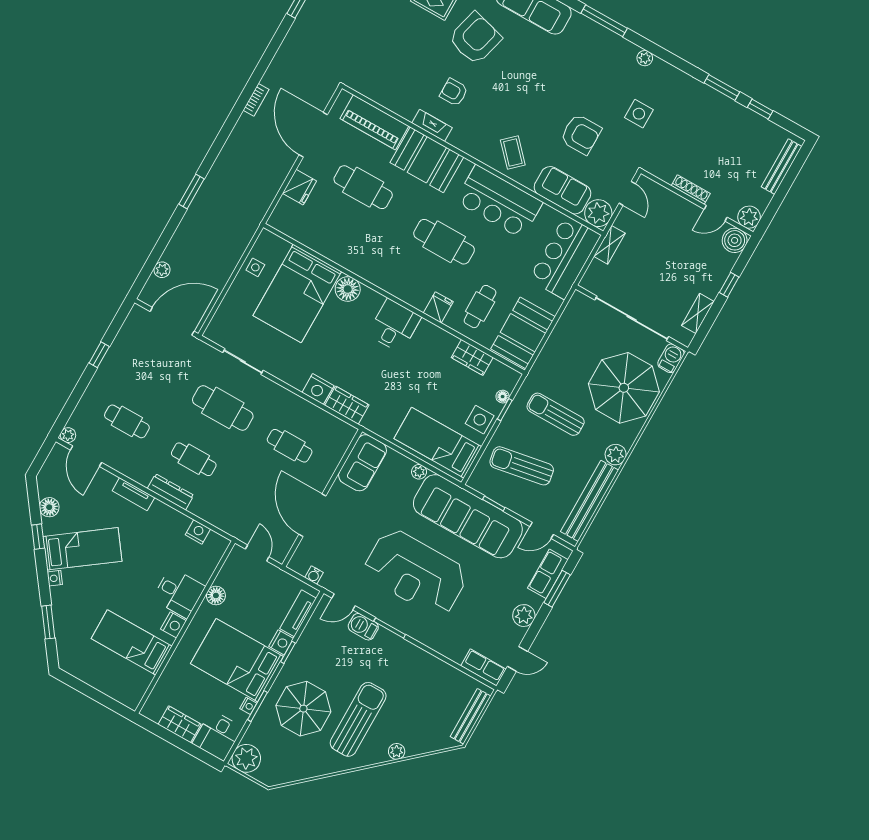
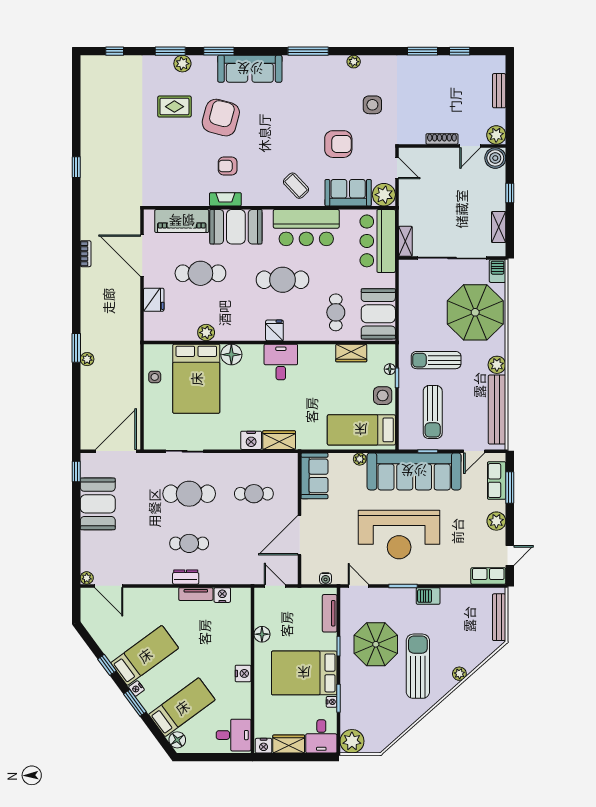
bench: (782, 167) -> (499, 91), width x0.73
shelving: (610, 245) -> (405, 241), moved
plant: (334, 252) -> (206, 333), added
plant: (162, 270) -> (87, 359), moved
fridge: (438, 307) -> (274, 330), moved
window: (99, 355) -> (76, 471), moved
booth: (123, 365) -> (98, 504), added
cafe table: (127, 421) -> (124, 543), removed
sun lounger: (522, 466) -> (433, 412), turned -80
dresser: (171, 492) -> (186, 577), width x0.70
tv unit: (133, 494) -> (196, 594), moved
floor lamp: (49, 507) -> (177, 740), moved
door: (312, 515) -> (300, 535), hinge flipped
desk: (179, 593) -> (234, 735), moved
door: (344, 602) -> (358, 586), swing flipped
window: (48, 622) -> (135, 703), moved
barbecue: (363, 627) -> (428, 596), moved
bed: (132, 642) -> (182, 707), moved, turned 144
nightstand: (281, 642) -> (264, 746), moved, turned 90
parasol: (303, 709) -> (376, 644), moved

